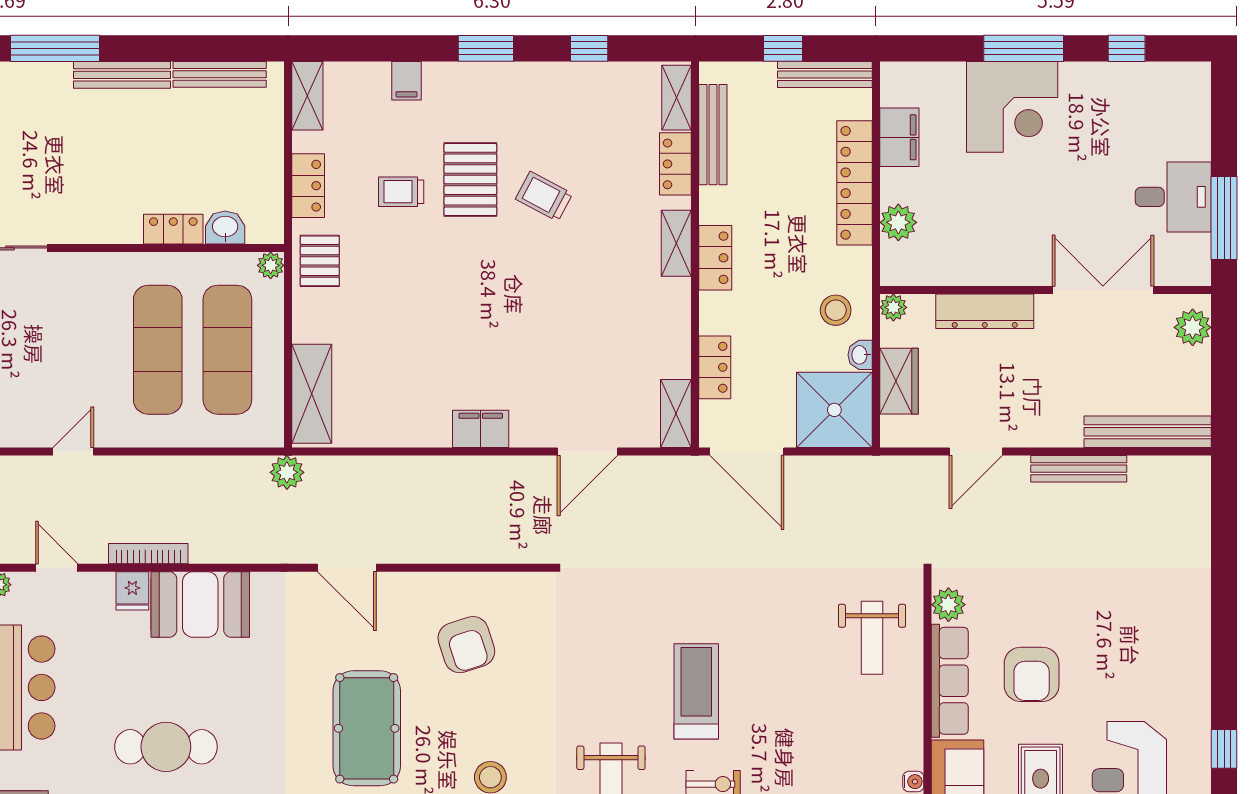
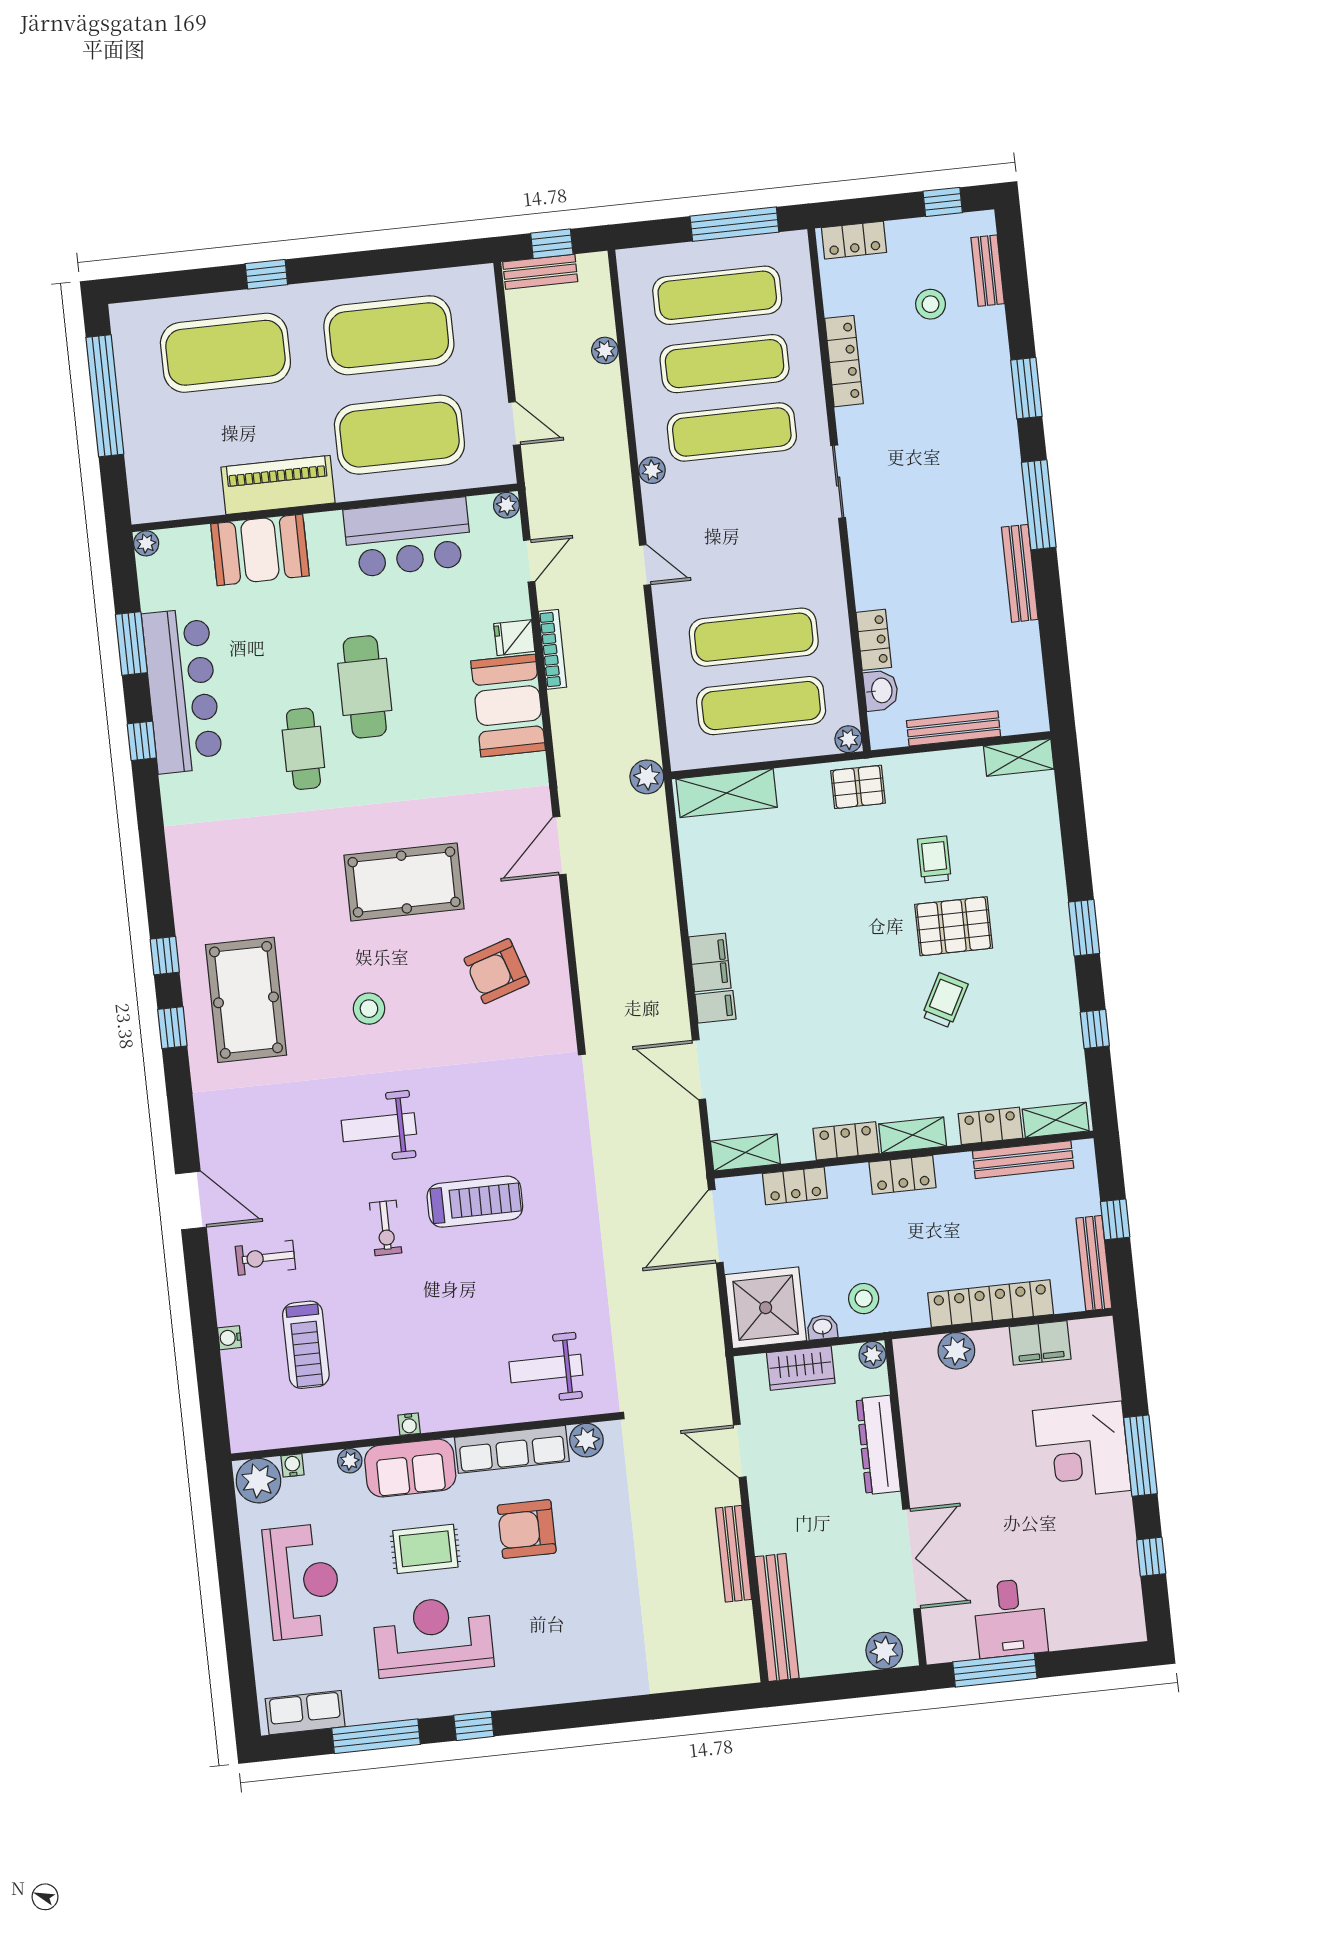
bench: (220, 74) -> (953, 728), moved, turned 90
filing cabinet: (406, 81) -> (715, 1007), moved, turned 180
locker: (308, 186) -> (846, 1141), moved, turned 180

